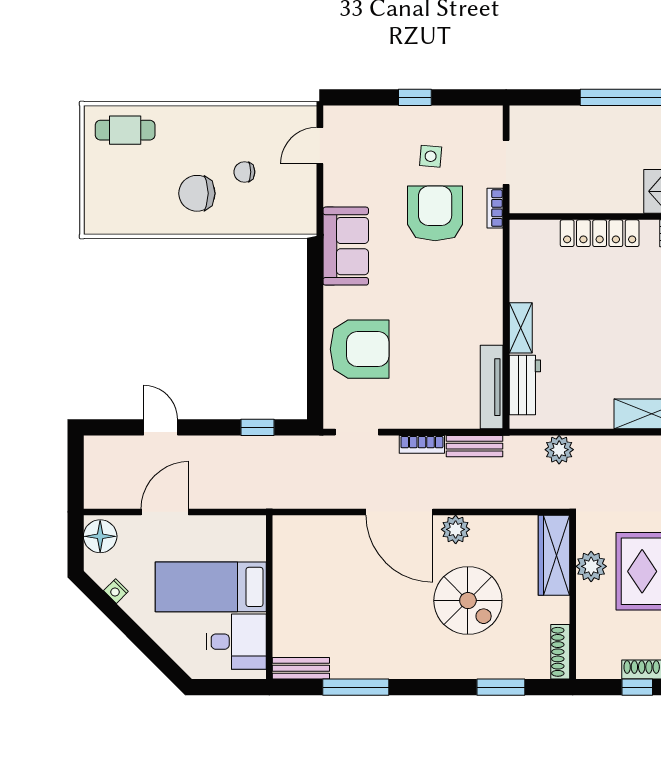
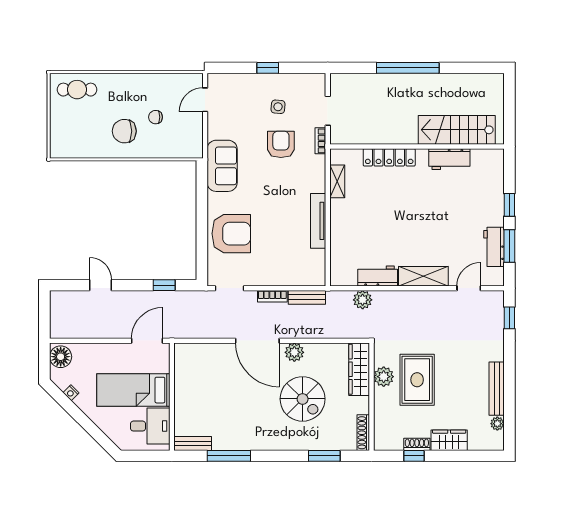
armchair: (435, 213) -> (281, 144), width x0.73, depth x0.73
shelving: (521, 328) -> (337, 181), moved
workbench: (525, 385) -> (378, 276), moved, turned -90
tv unit: (492, 387) -> (318, 221), moved
door: (165, 512) -> (147, 341), moved

